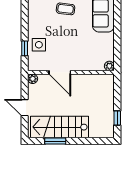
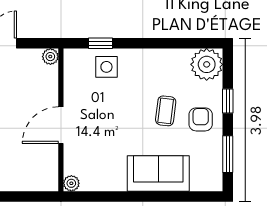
door: (60, 72) -> (61, 125), moved

